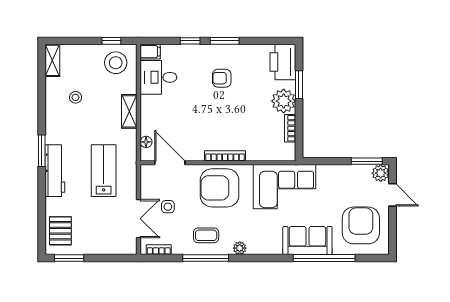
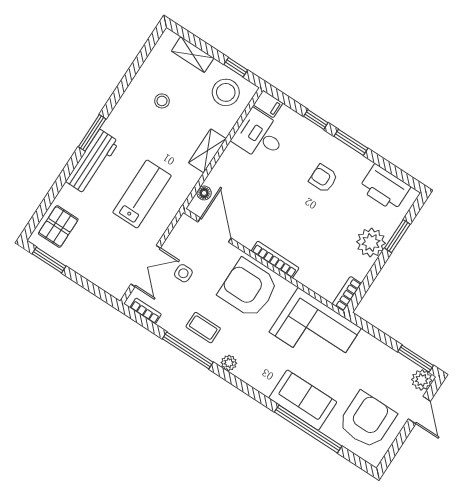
shelving: (52, 60) -> (193, 55), moved, turned 90
printer: (283, 62) -> (385, 188), moved, turned -90
bookcase: (290, 128) -> (347, 294), moved

